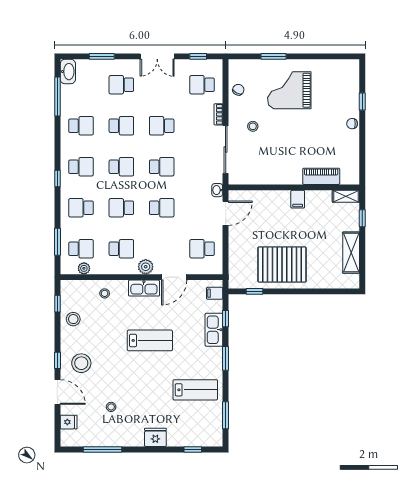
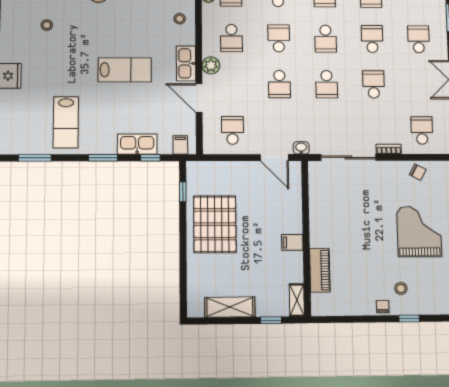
school desk: (121, 126) -> (372, 39), turned 180
stool: (253, 126) -> (401, 288), moved
lab bench: (150, 340) -> (125, 70), turned -90

